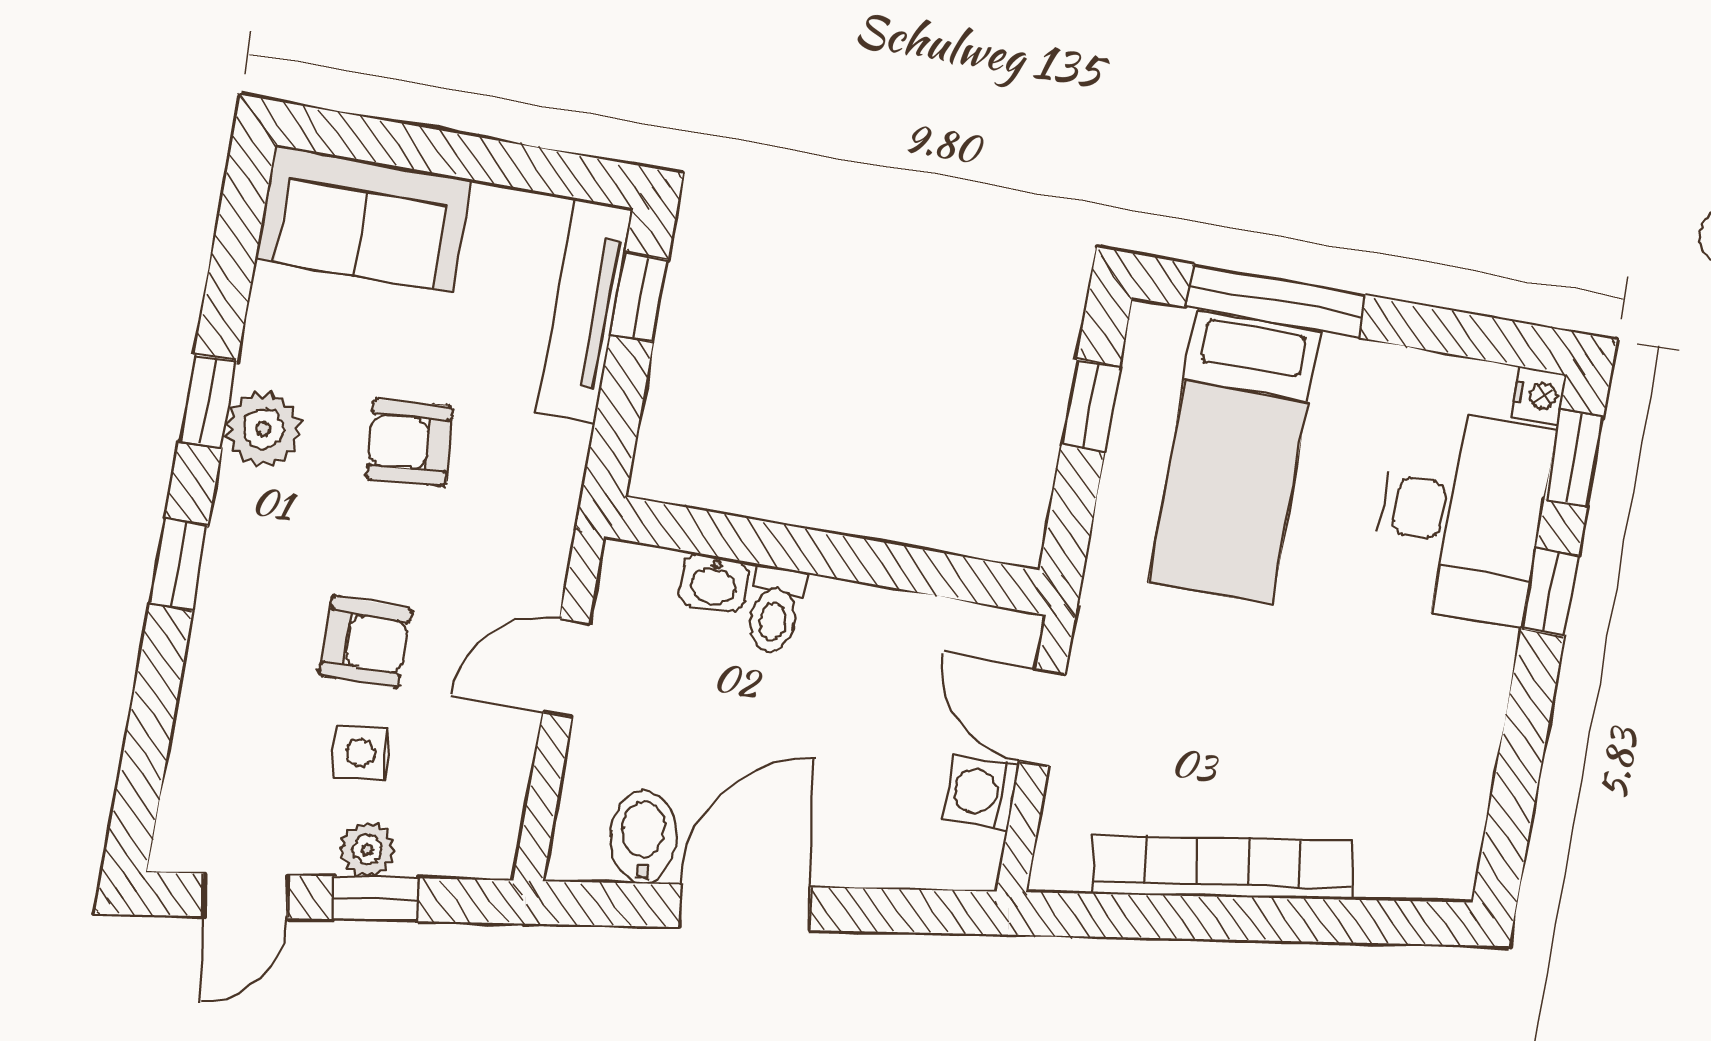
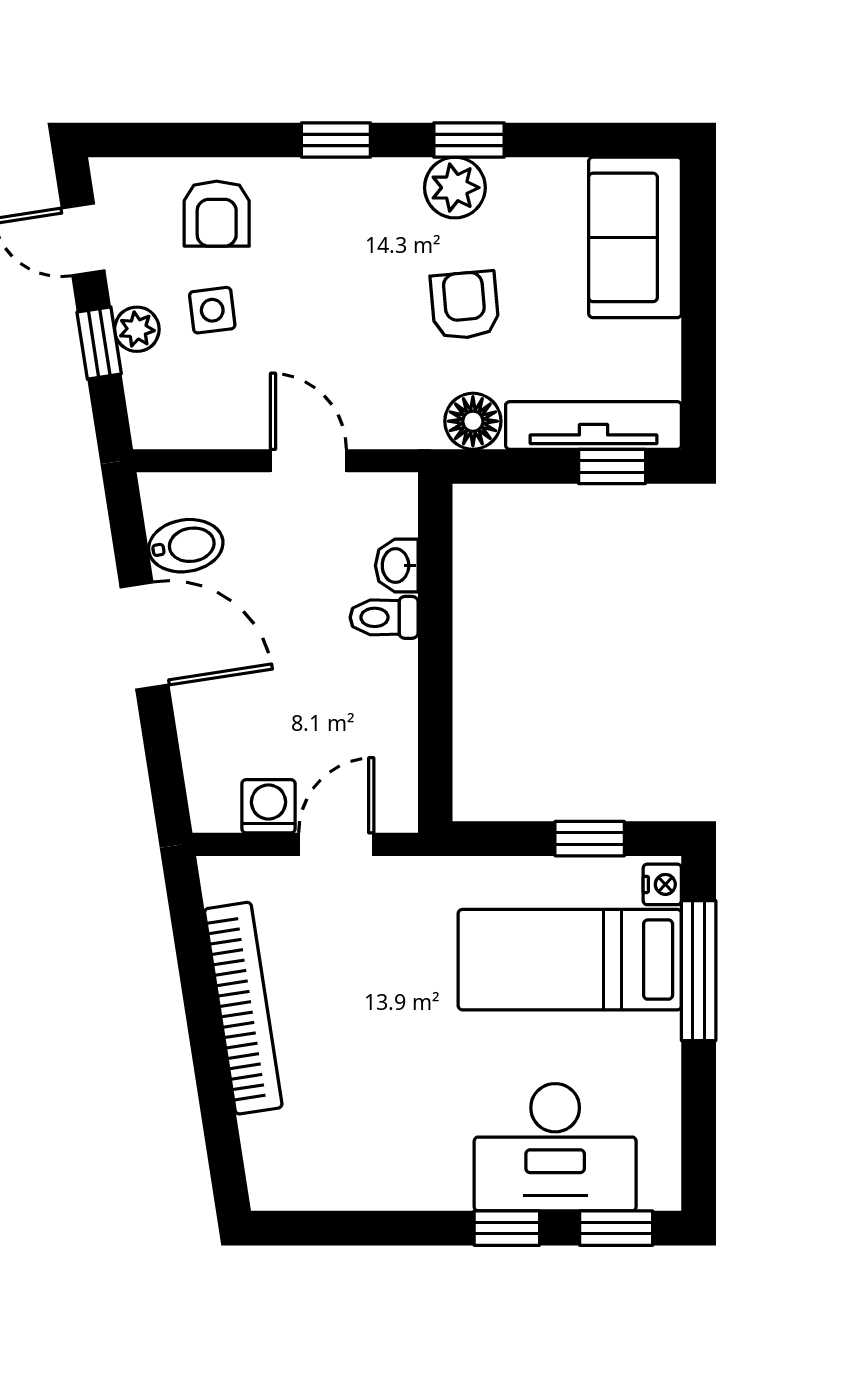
nightstand: (1539, 395) -> (662, 884), moved, turned -90
floor lamp: (553, 458) -> (473, 421), added
armchair: (365, 642) -> (217, 214), moved

